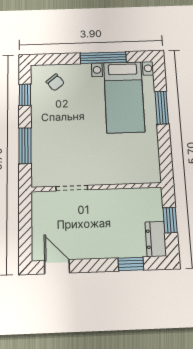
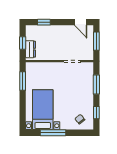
window: (162, 108) -> (23, 81), moved
window: (25, 229) -> (96, 41), added
dresser: (156, 239) -> (31, 49), moved

